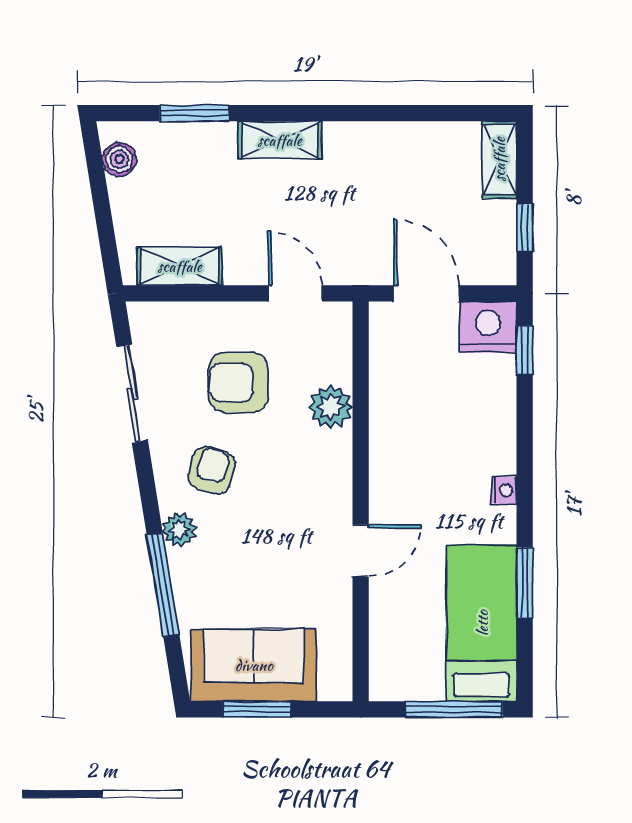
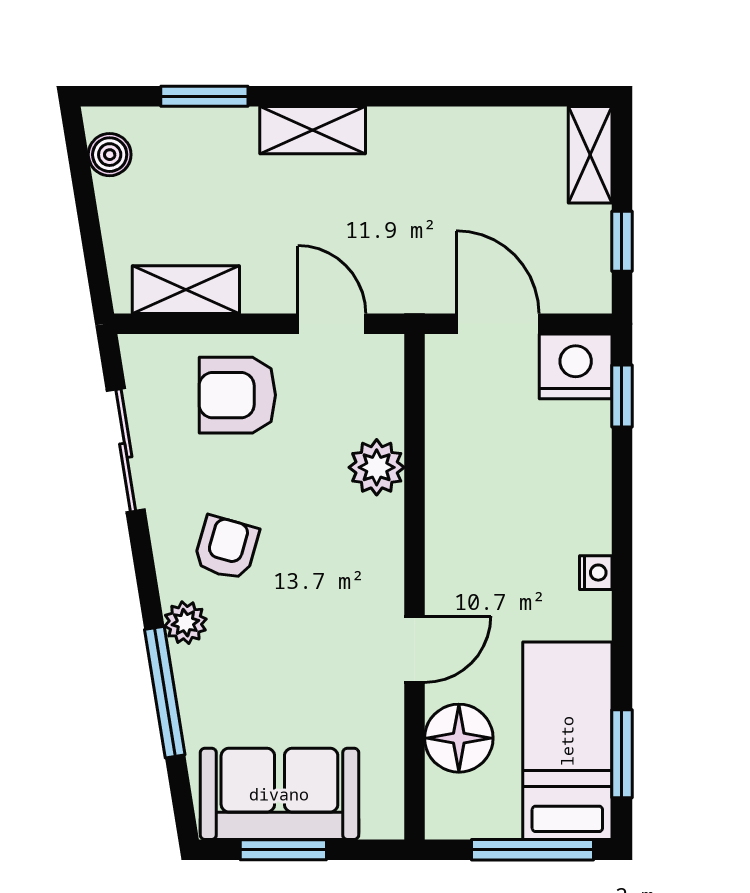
armchair: (239, 382) -> (237, 395), moved
window: (525, 583) -> (622, 754), moved
floor lamp: (396, 621) -> (459, 738), added

